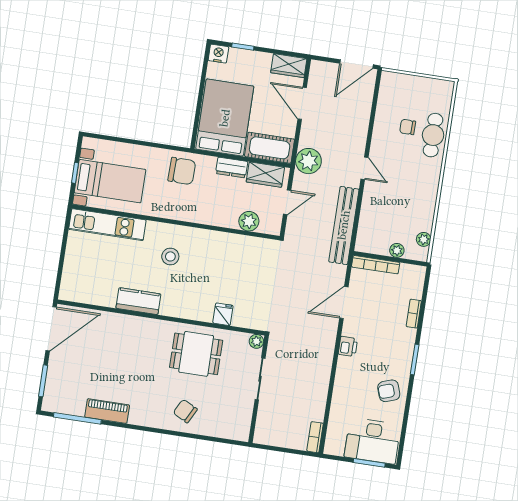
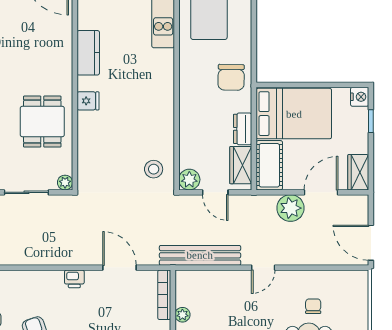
plant: (308, 161) -> (290, 208), moved
plant: (249, 221) -> (189, 180), moved
stool: (170, 256) -> (154, 169), moved
fridge: (223, 314) -> (88, 101), moved

